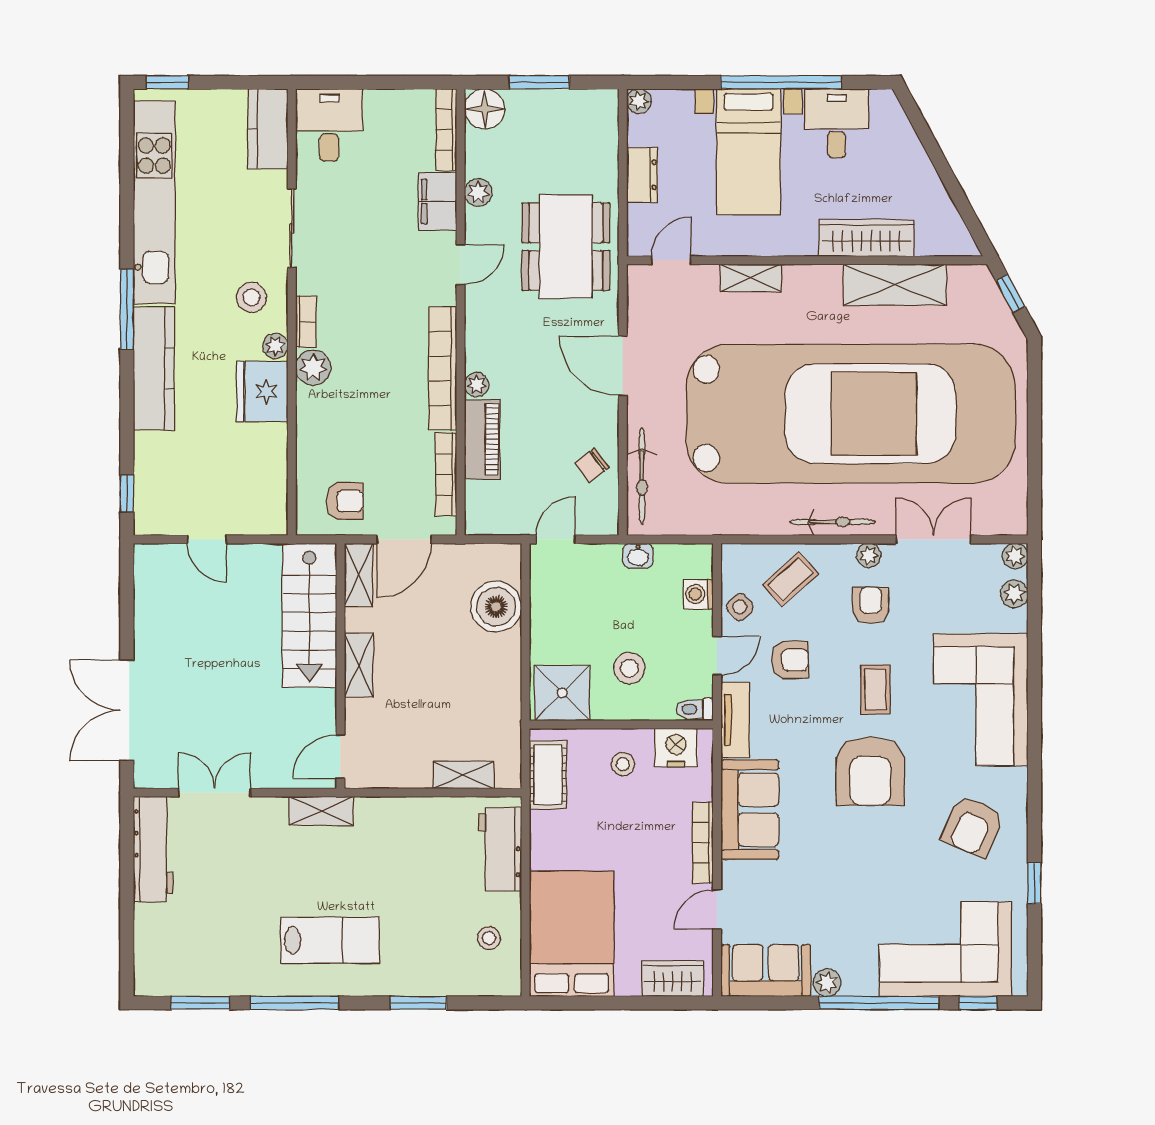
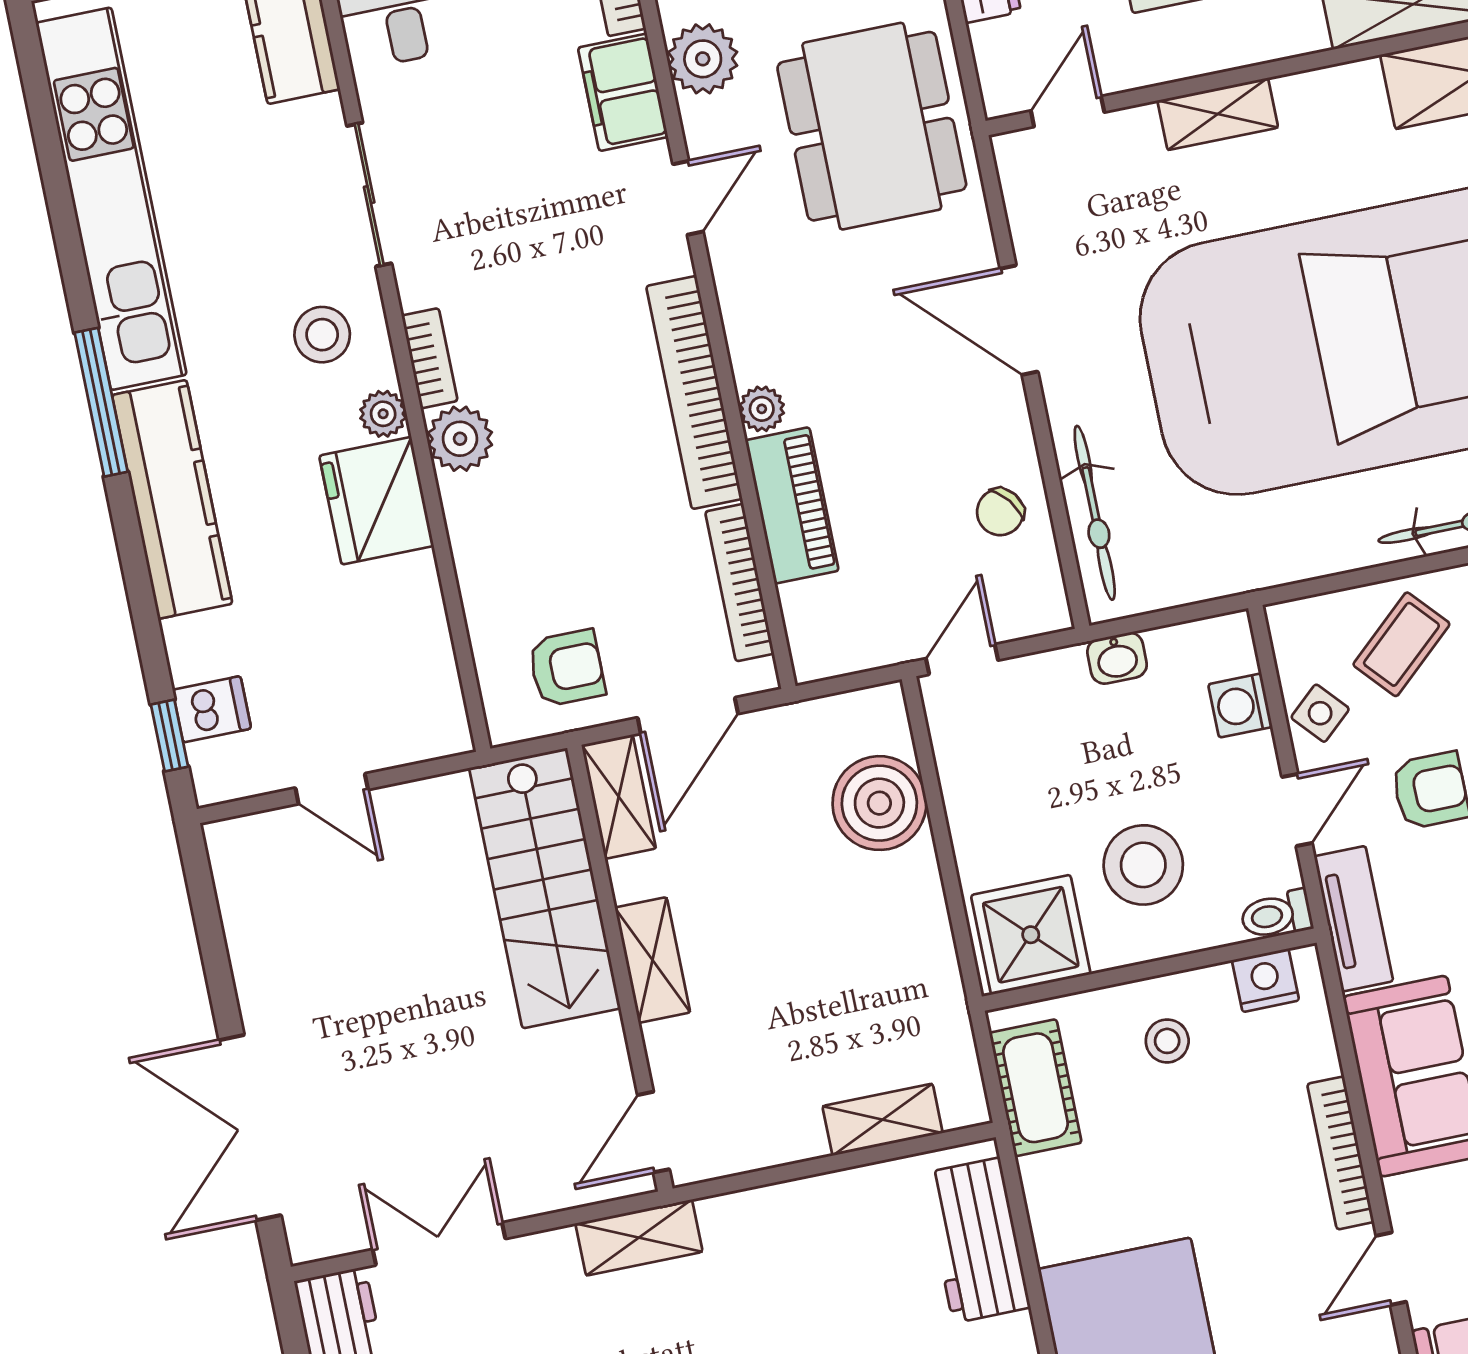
plant: (478, 192) -> (703, 59), width x1.38, depth x1.38
dishwasher: (152, 484) -> (212, 709), added
stool: (629, 668) -> (1143, 865), width x1.38, depth x1.38
nightstand: (676, 747) -> (1265, 980), width x0.74, depth x0.75

